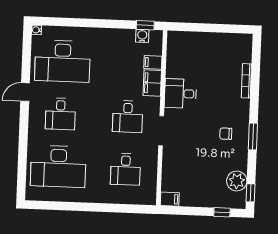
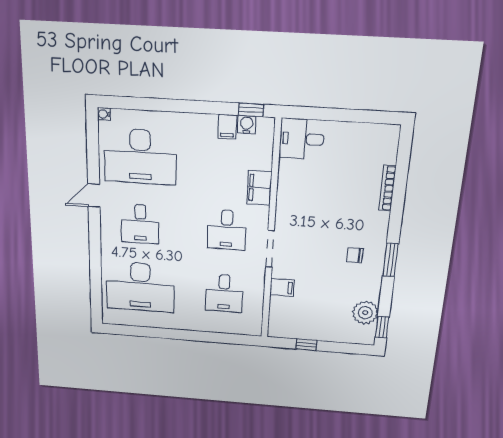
filing cabinet: (153, 62) -> (227, 127), moved, turned -90
desk: (180, 94) -> (302, 139), moved
filing cabinet: (170, 199) -> (282, 287), moved
window: (222, 212) -> (306, 345), moved

